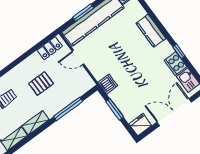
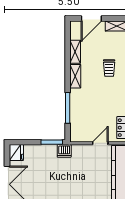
pallet: (41, 84) -> (101, 102), removed
window: (115, 109) -> (52, 142), moved

